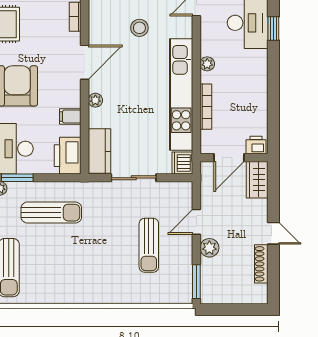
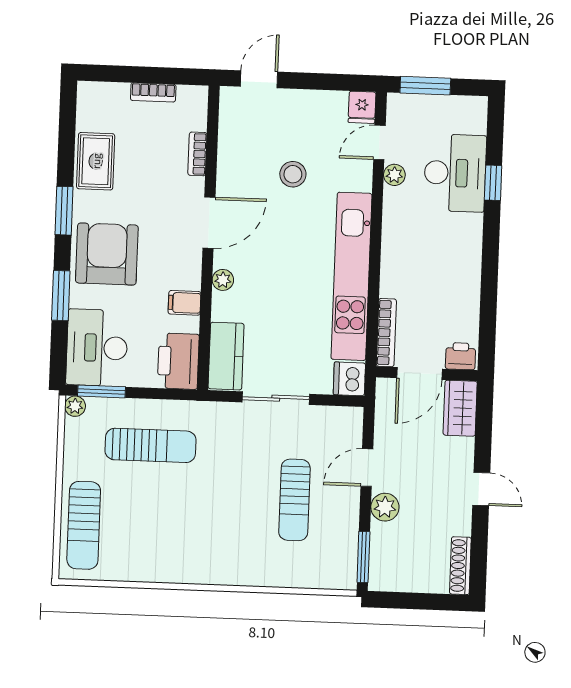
plant: (207, 64) -> (394, 175), moved
bookcase: (206, 107) -> (386, 333), moved
shoe rack: (261, 264) -> (460, 566), moved

